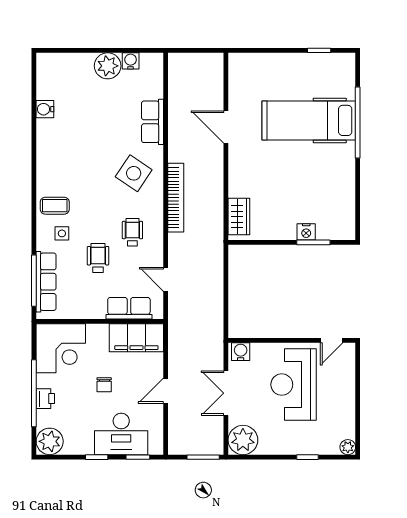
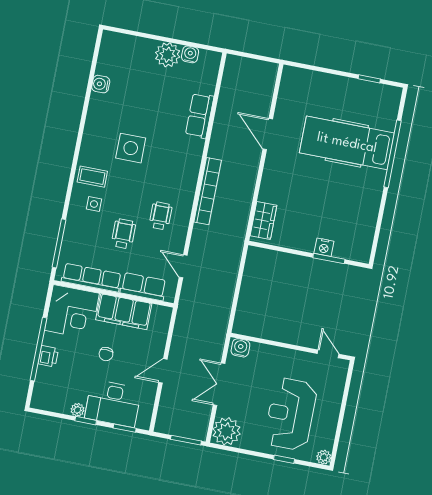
side table: (134, 173) -> (131, 148), moved, turned -34
row of seats: (46, 282) -> (92, 278), moved, turned -90
filing cabinet: (136, 338) -> (124, 312), moved
door: (332, 340) -> (328, 354), swing flipped
reception desk: (294, 385) -> (291, 414), moved
plant: (50, 441) -> (77, 410), moved, width x0.53, depth x0.53

